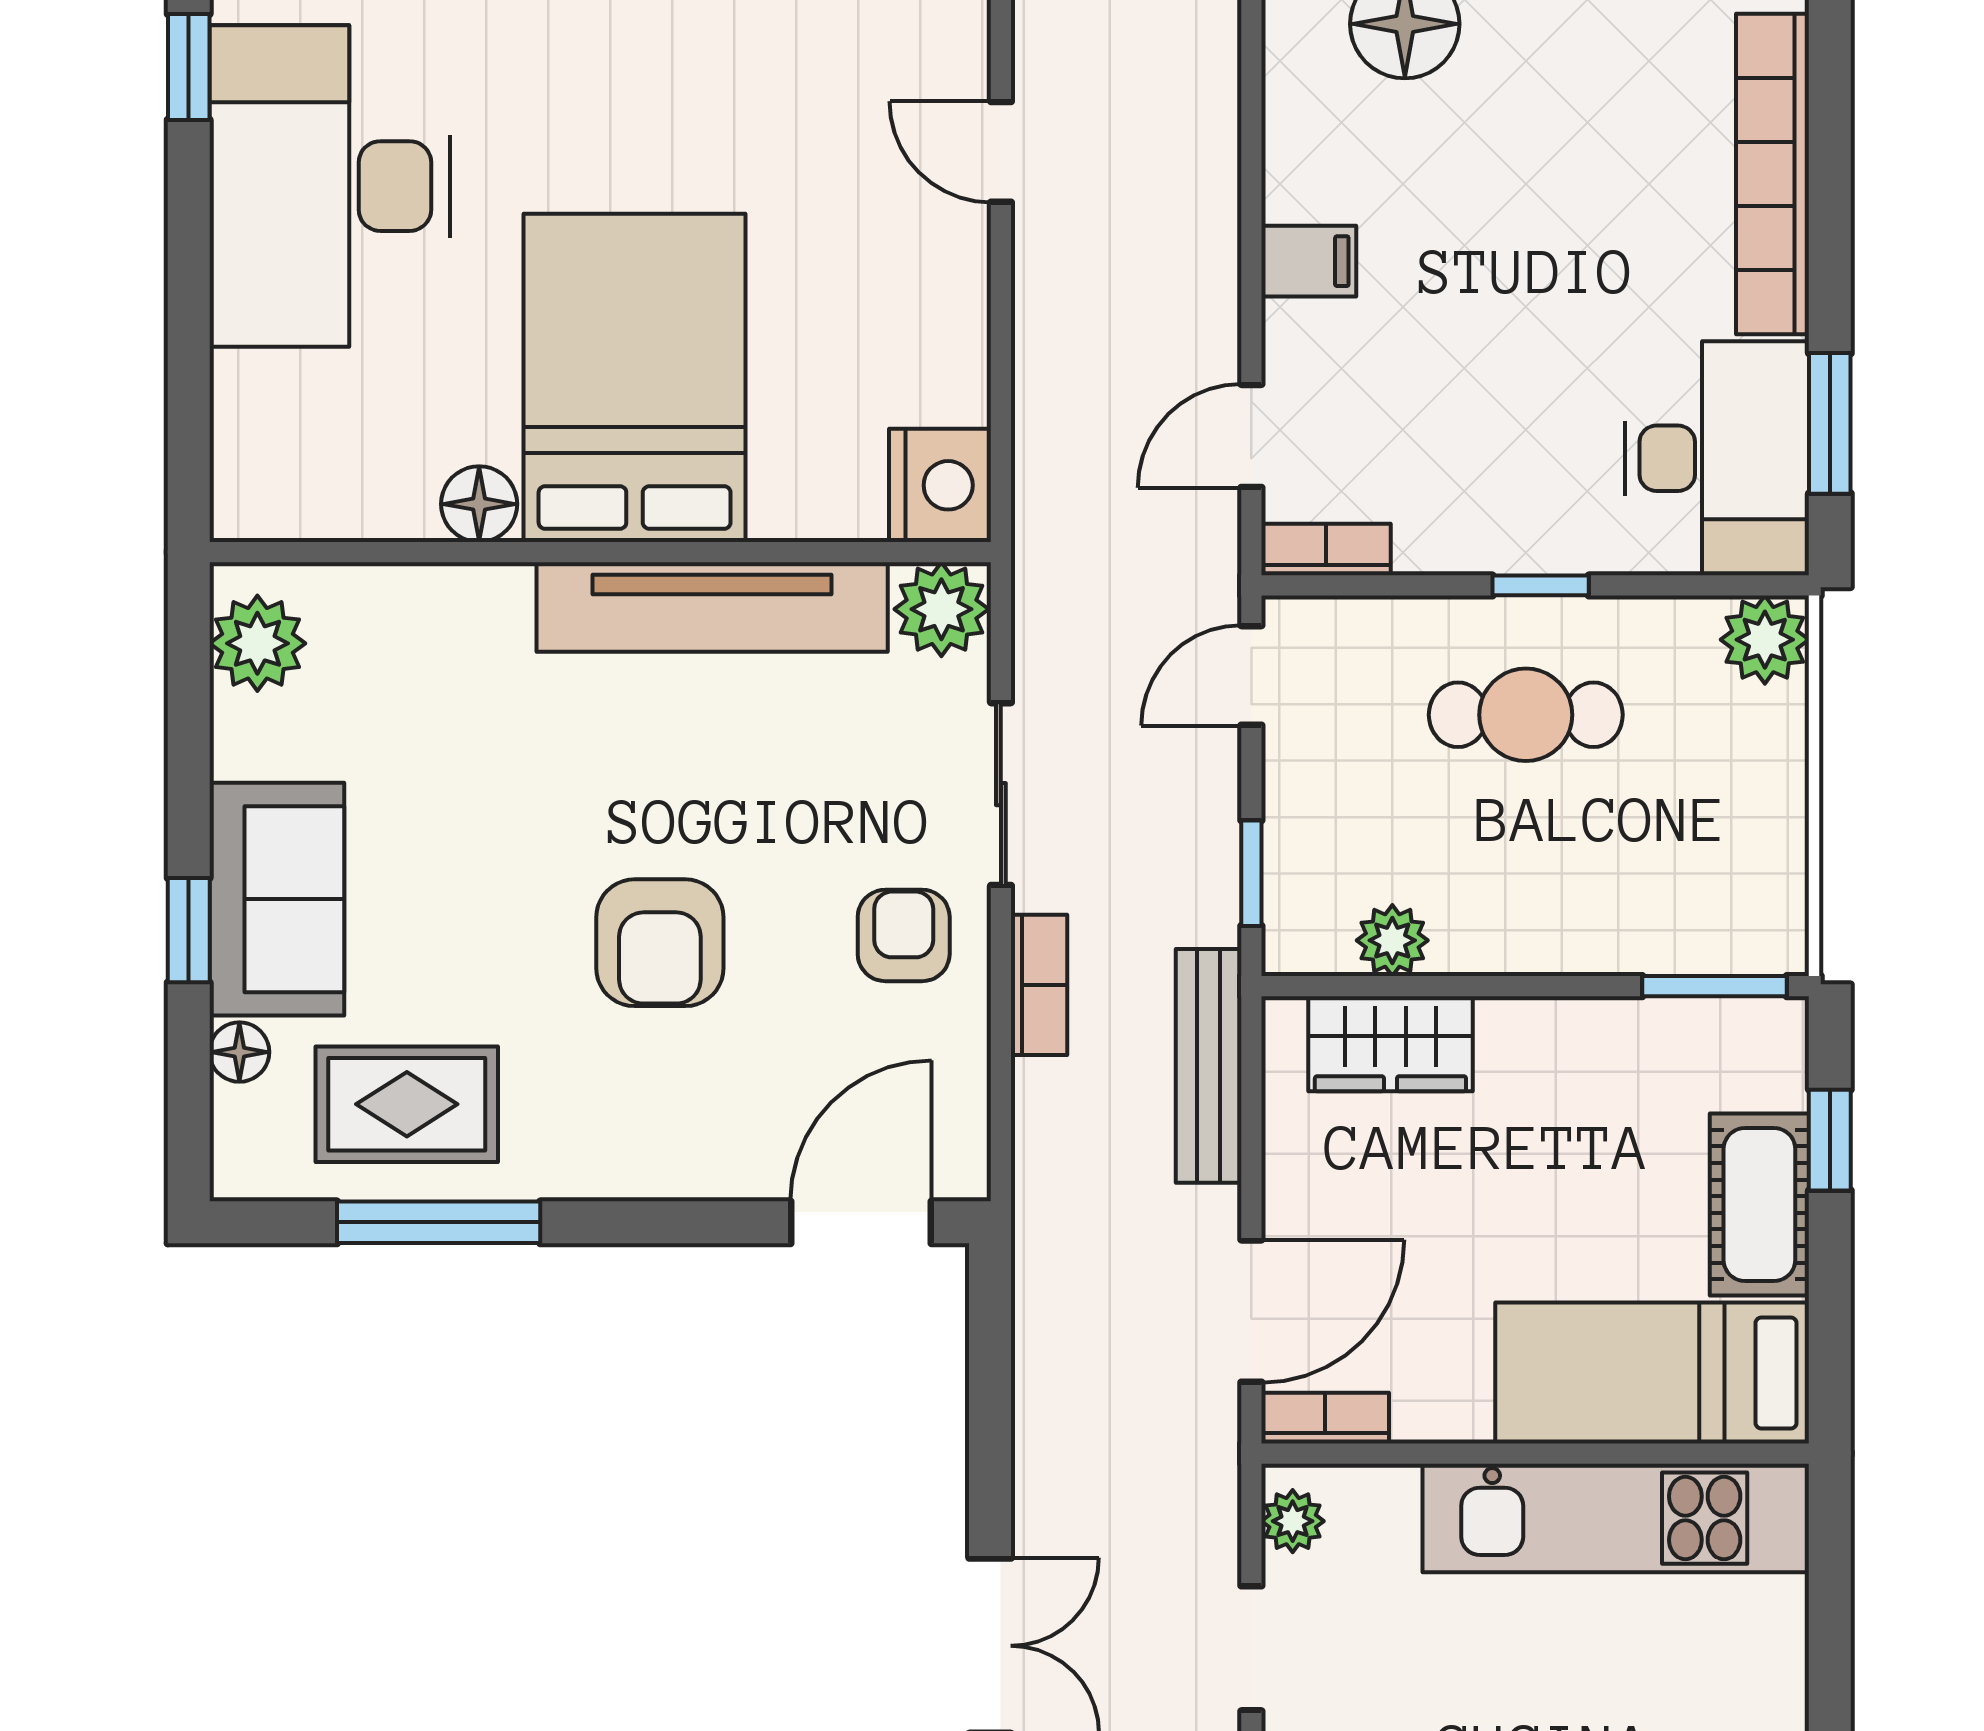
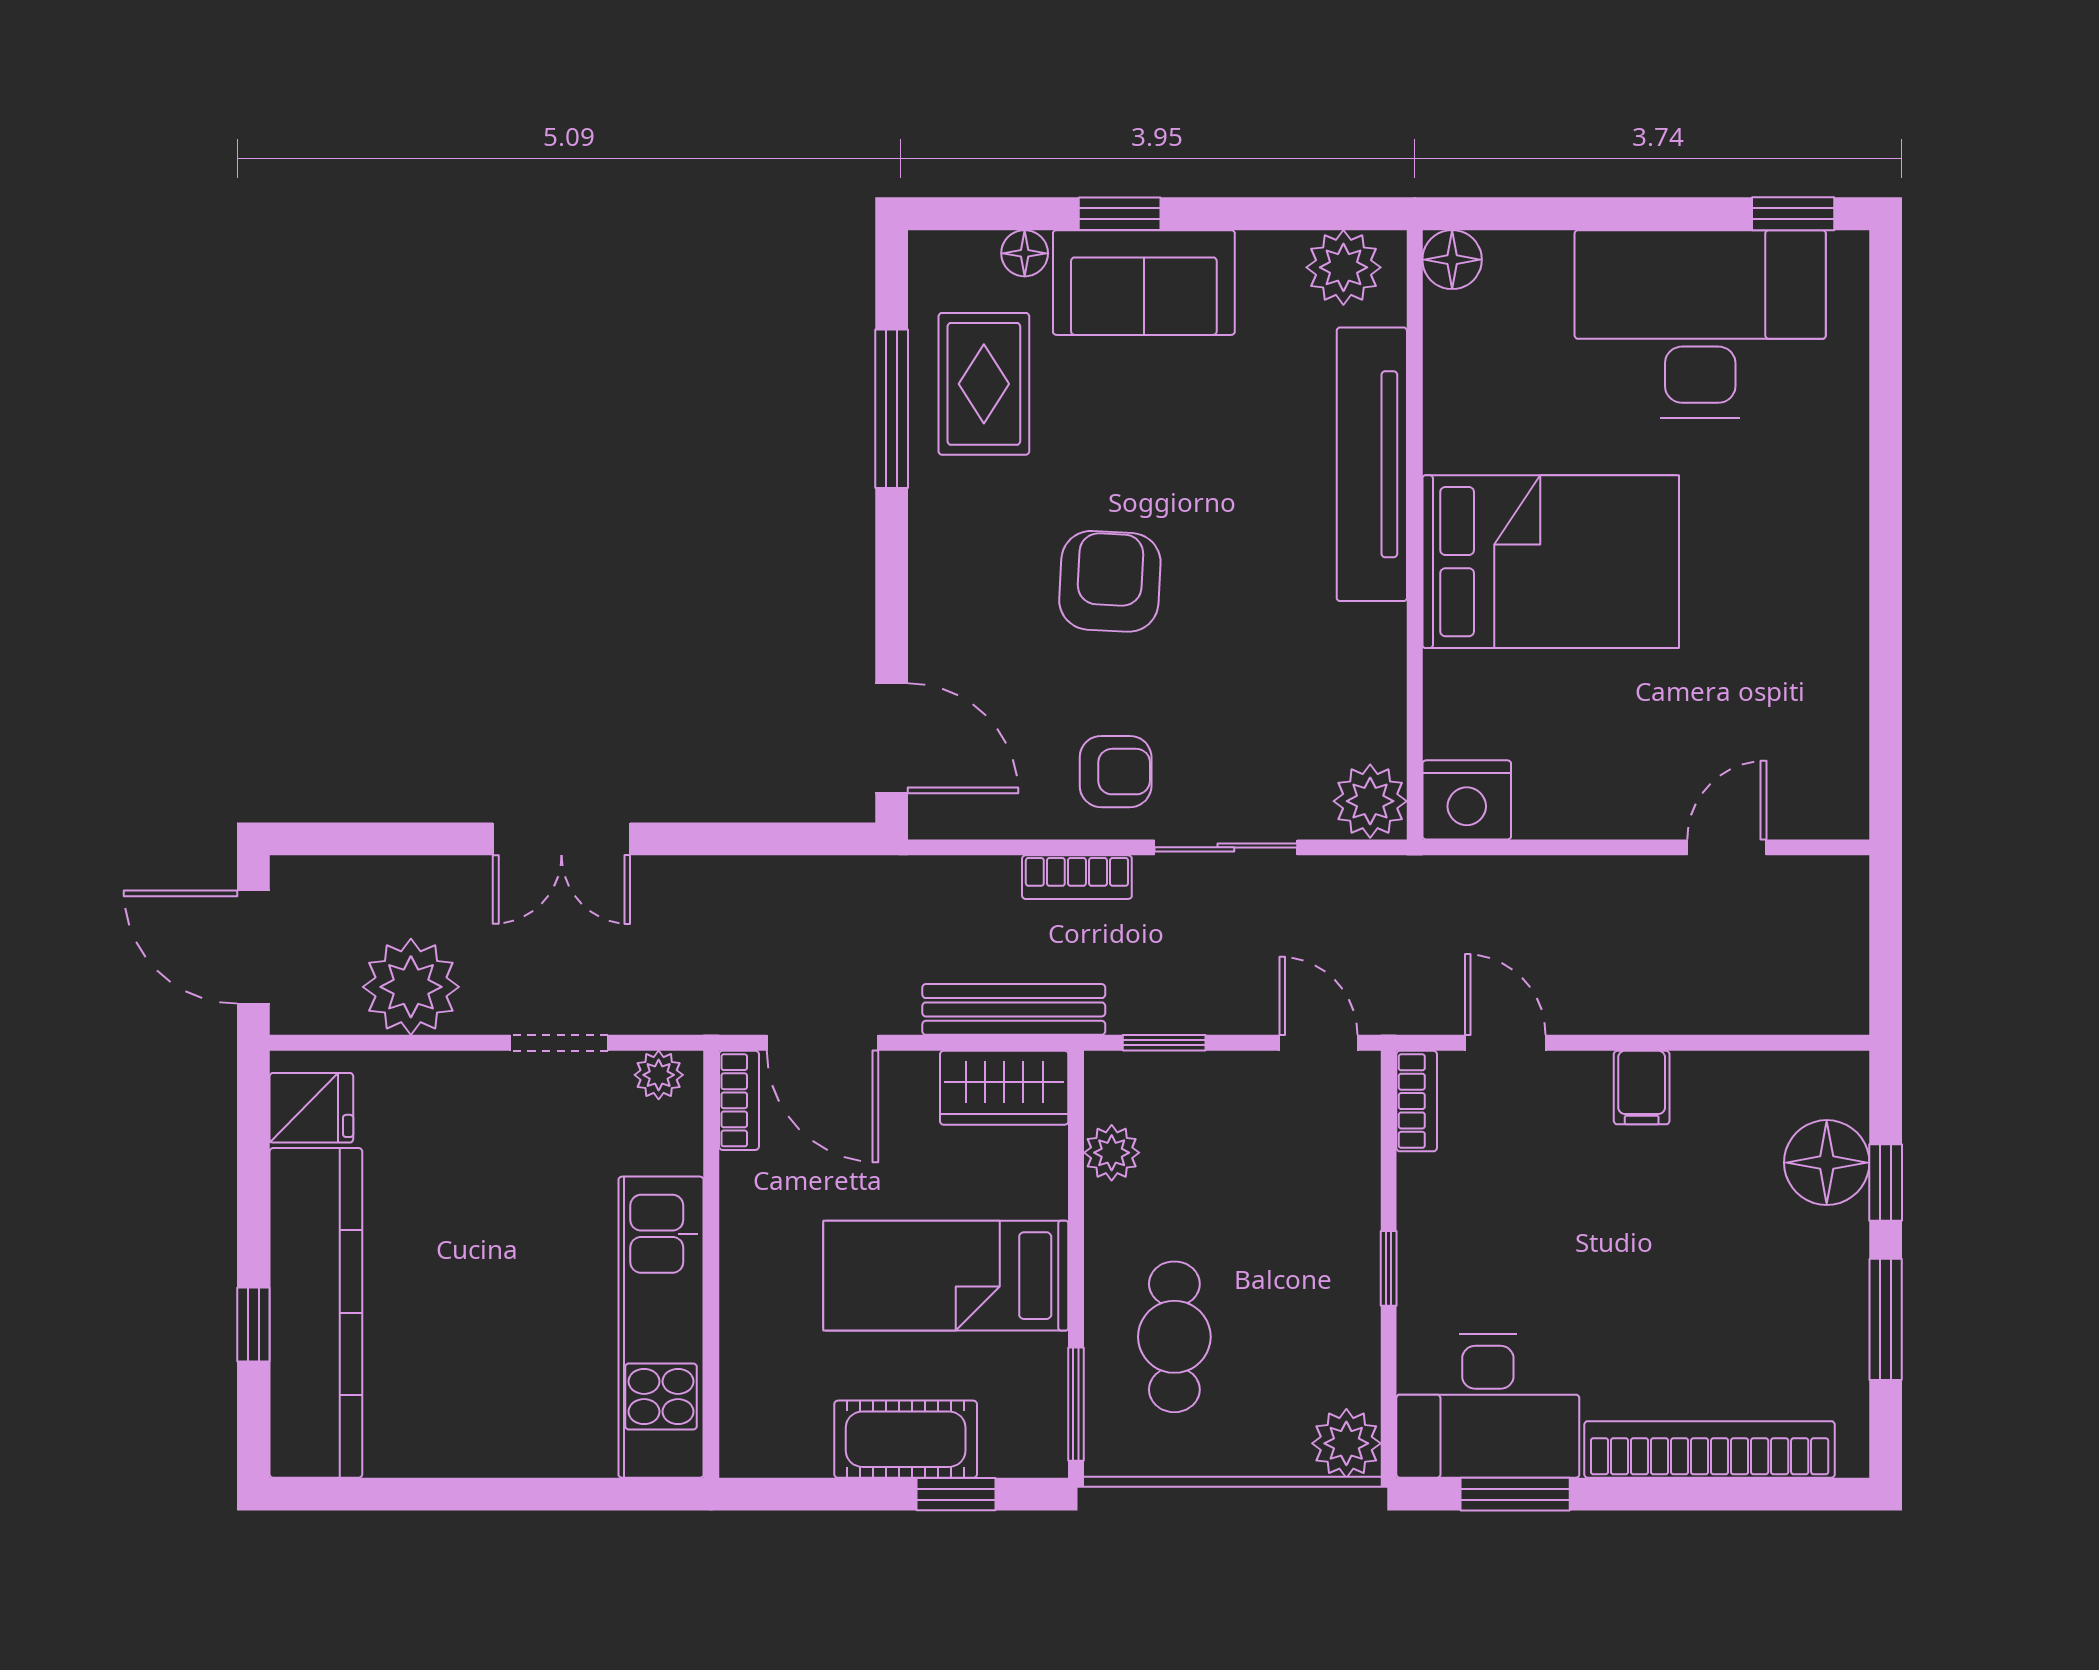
floor lamp: (479, 504) -> (1452, 260), moved
tv unit: (712, 607) -> (1372, 464), moved
cafe table: (1526, 715) -> (1174, 1337), moved
armchair: (660, 943) -> (1110, 581), turned 93
wardrobe: (1390, 1044) -> (1004, 1088), moved, turned -90
bed: (1652, 1373) -> (946, 1276), moved, turned -90

